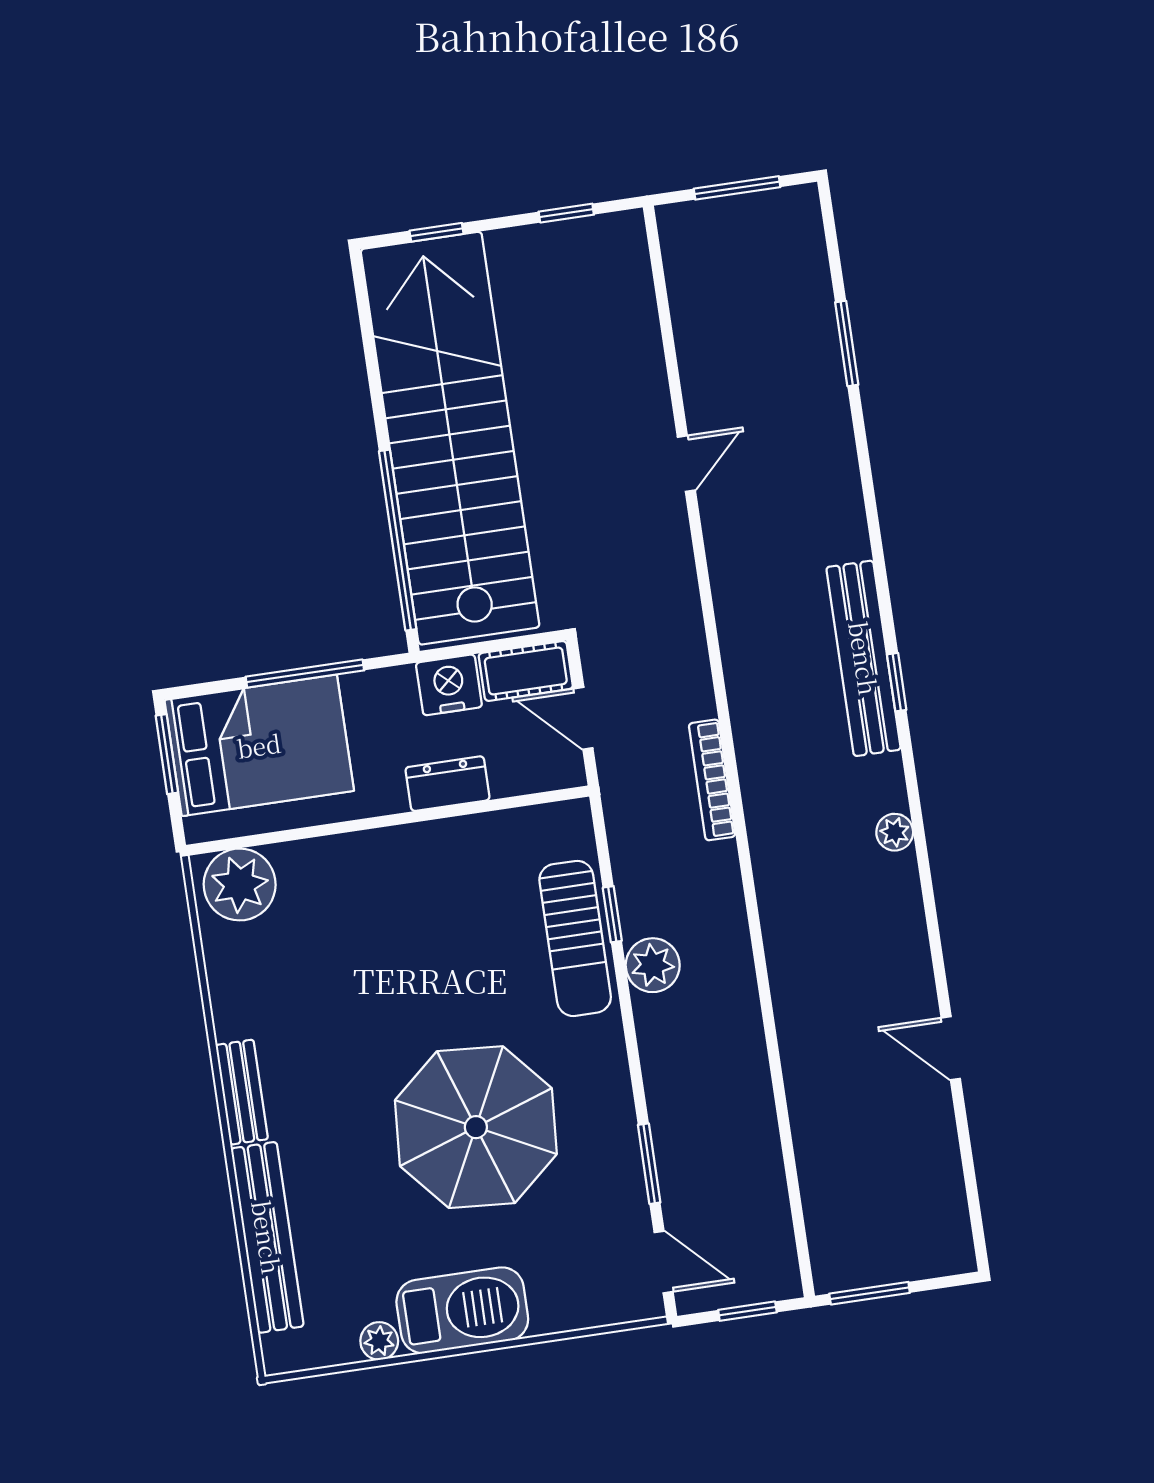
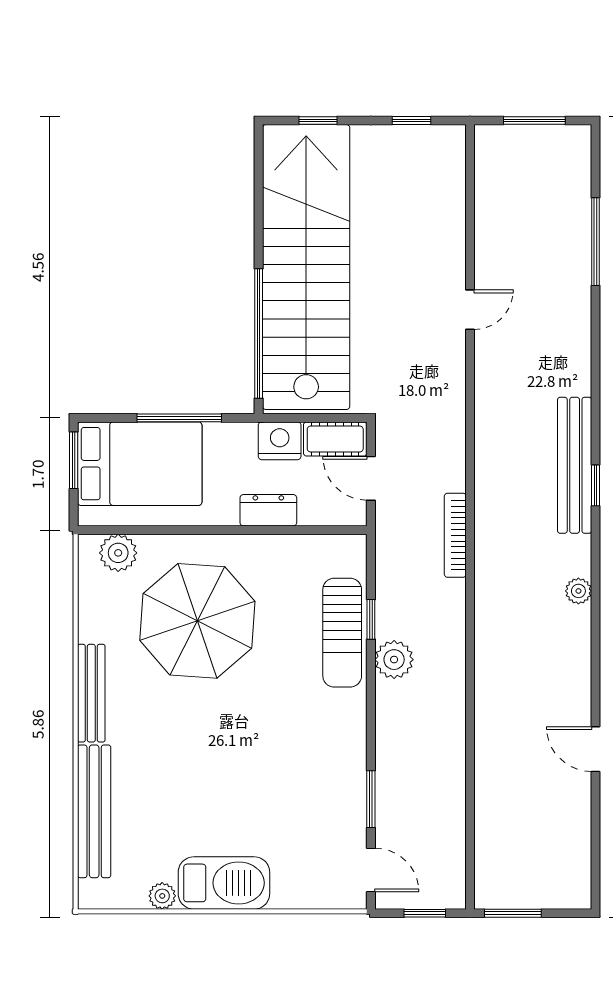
window: (847, 343) -> (596, 242), width x1.44
plant: (240, 884) -> (118, 553), width x0.73, depth x0.73
bench: (242, 1092) -> (91, 693), width x1.36
parasol: (476, 1127) -> (197, 621), moved

